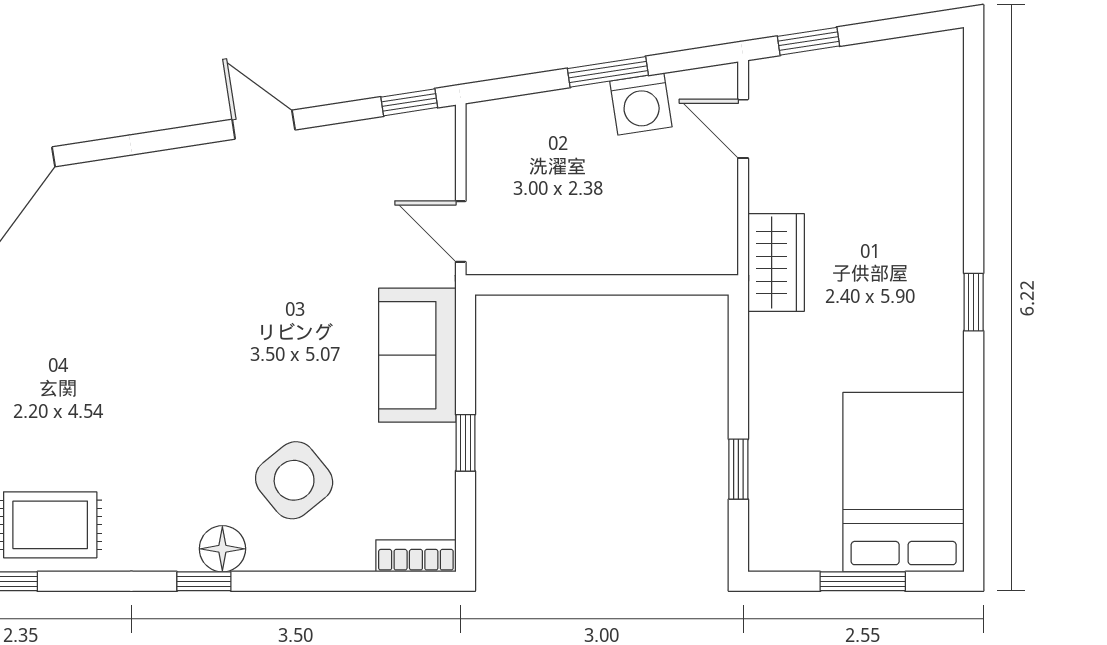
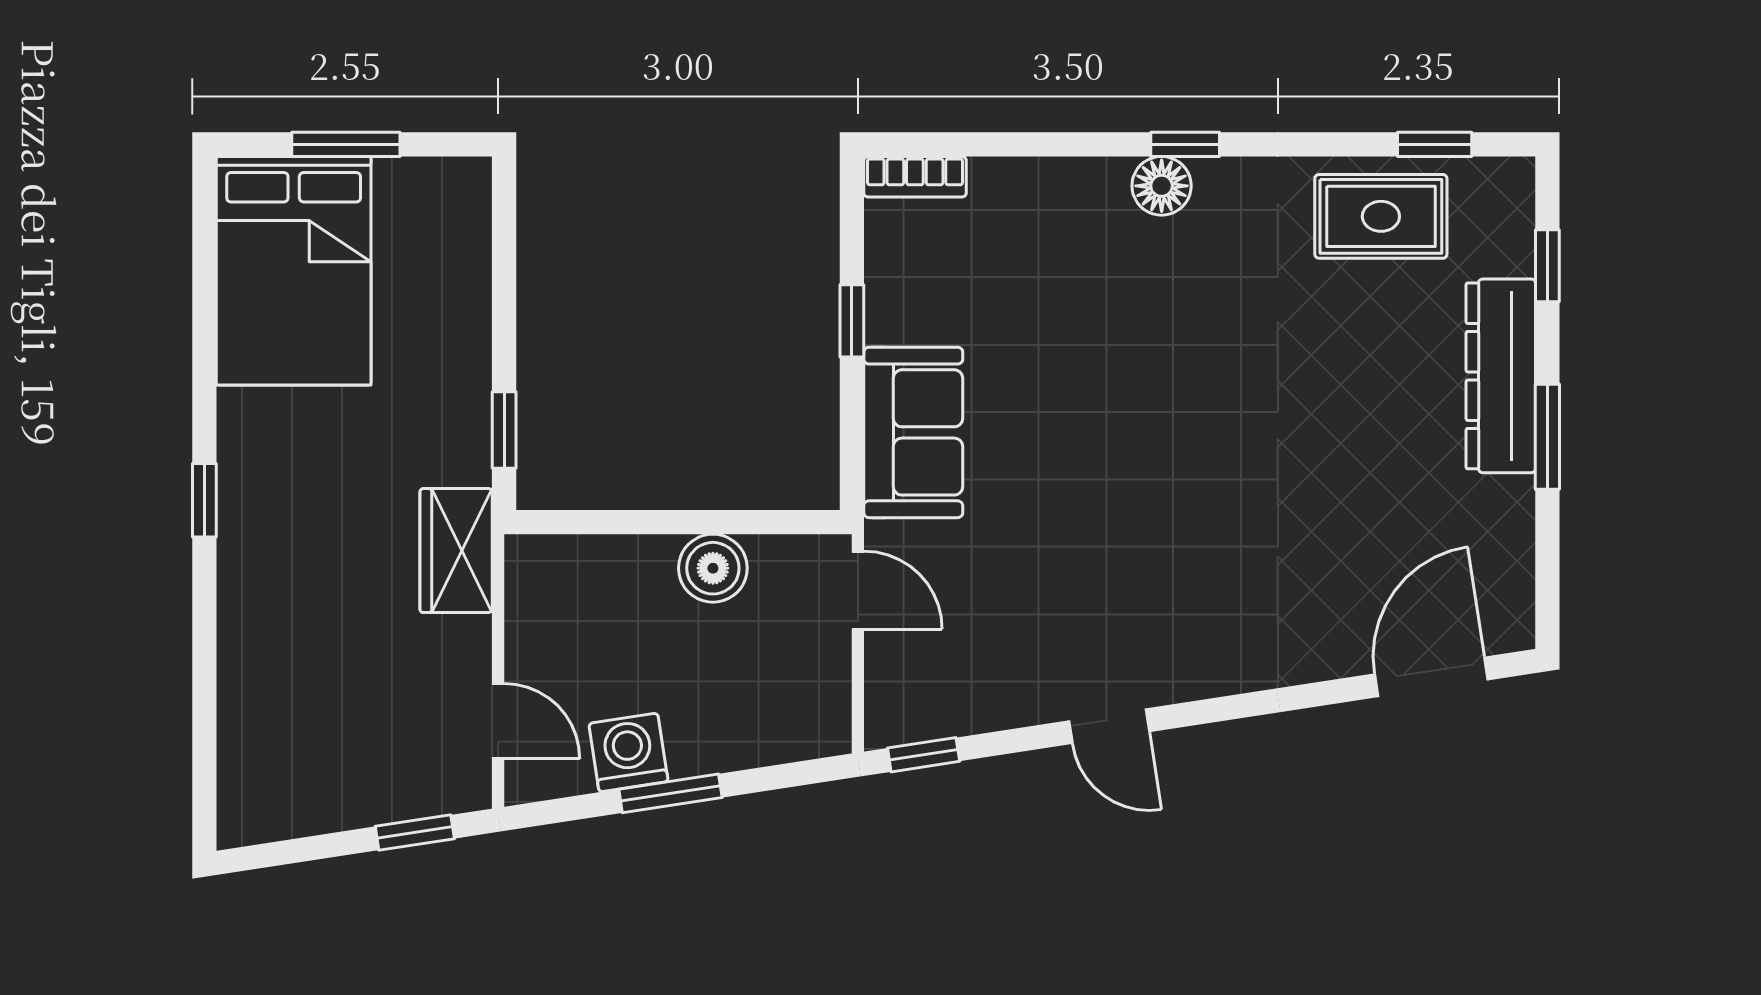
boiler: (575, 249) -> (713, 568), added
window: (738, 469) -> (504, 430), moved
side table: (294, 480) -> (1070, 273), removed

